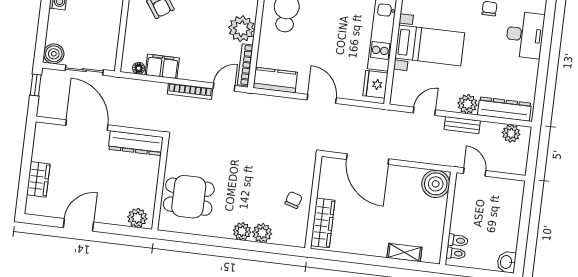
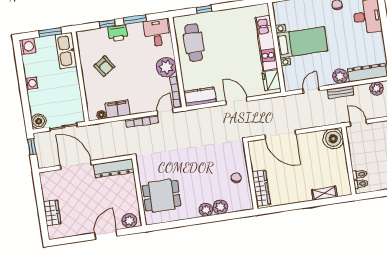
door: (79, 225) -> (106, 235), moved

